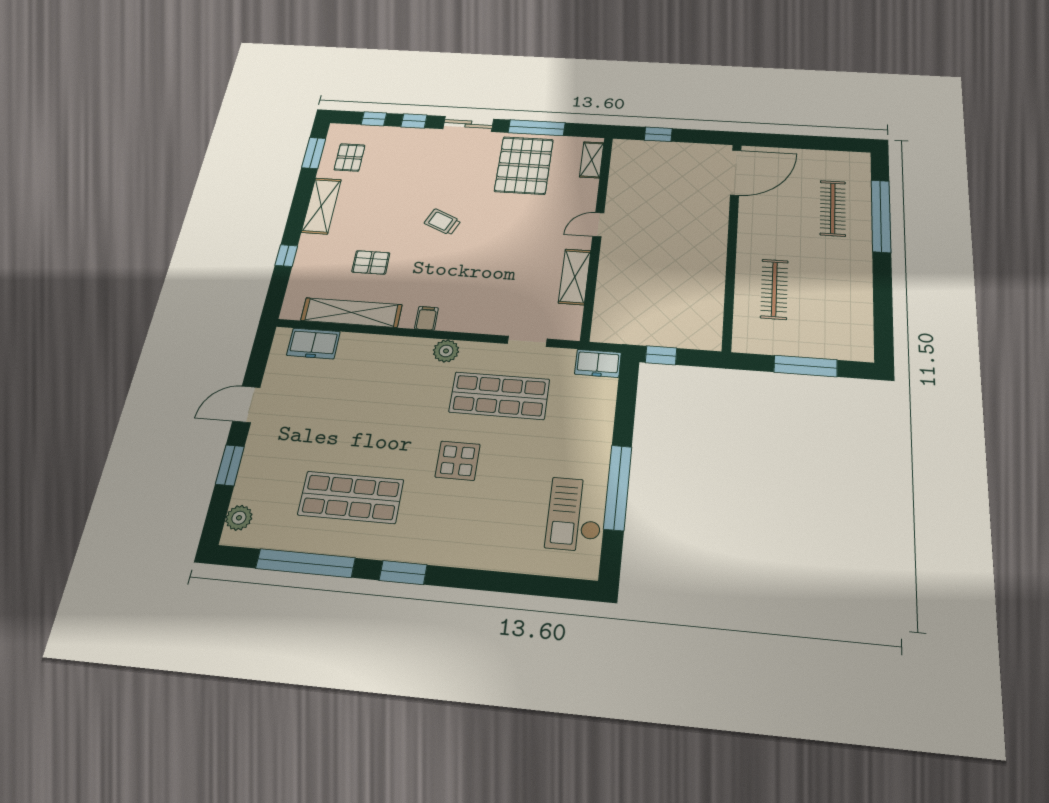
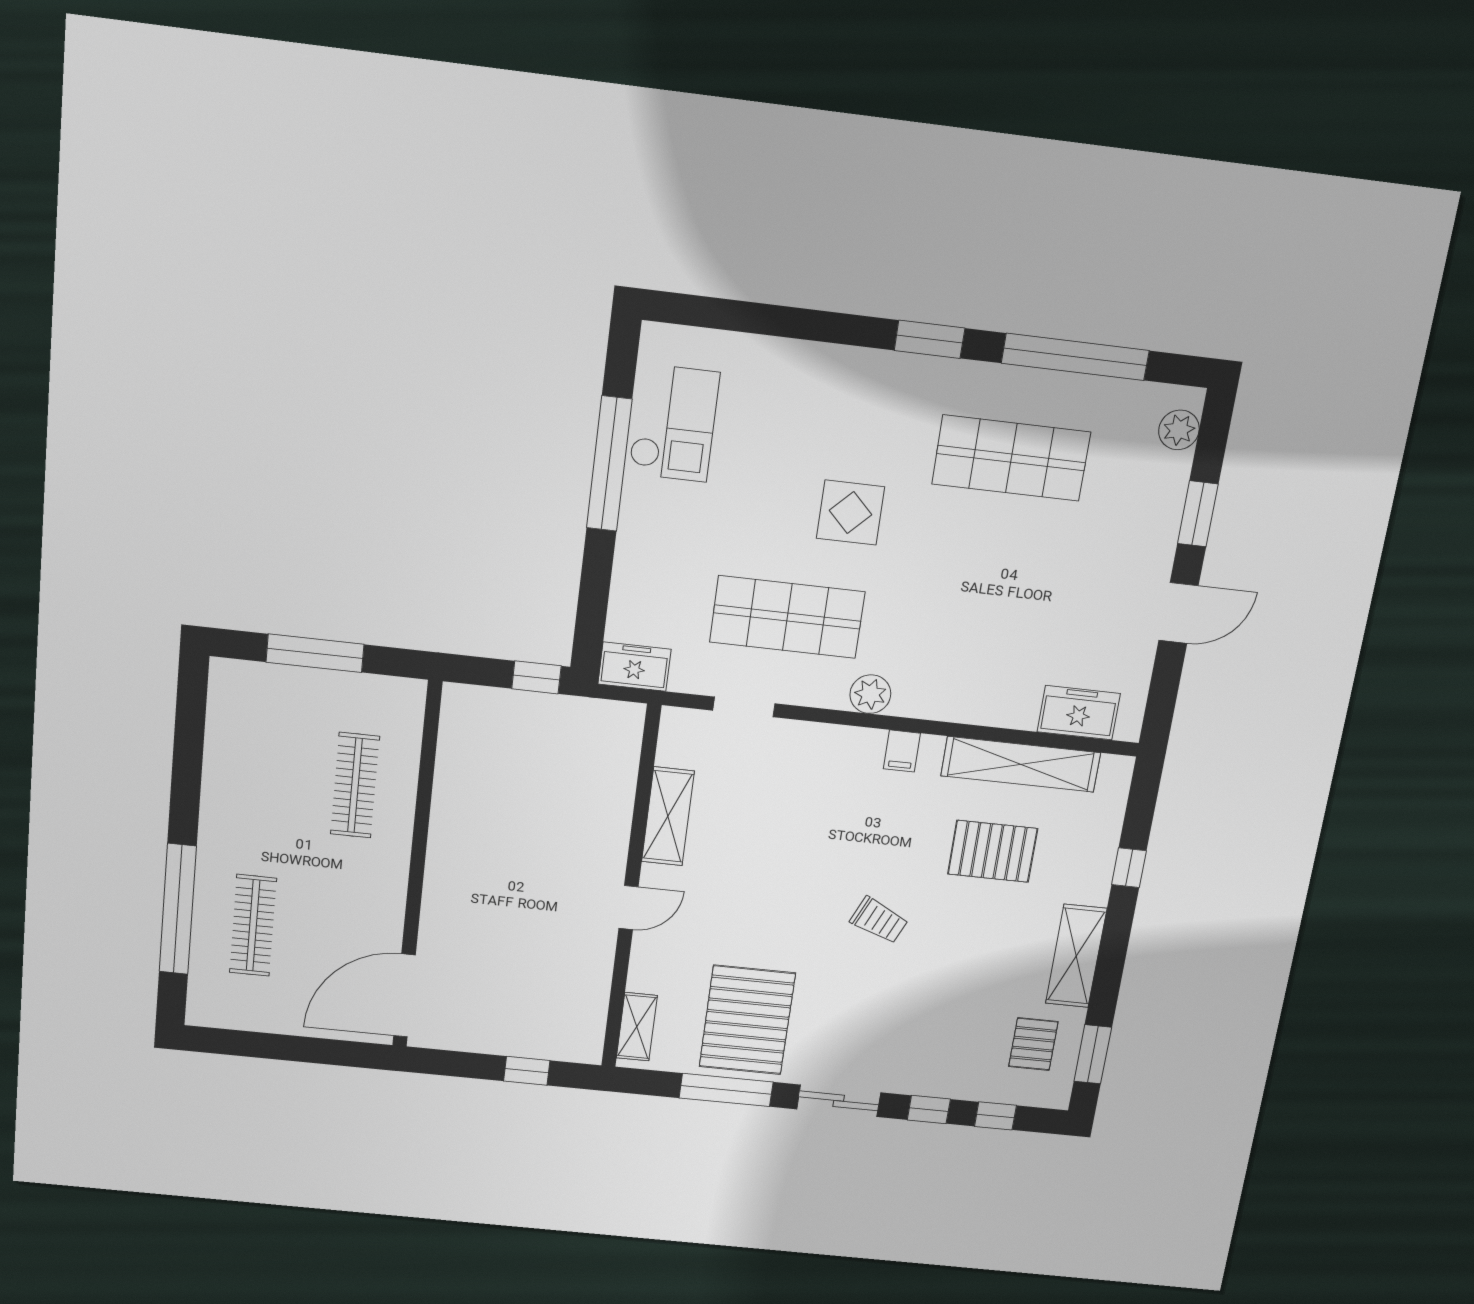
pallet: (371, 262) -> (993, 851), width x1.50, depth x1.42

